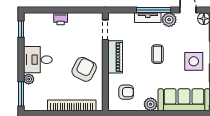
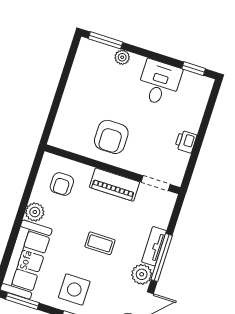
printer: (61, 19) -> (186, 142), moved
desk: (38, 60) -> (159, 83), moved
armchair: (84, 69) -> (111, 137), turned 63
bookcase: (72, 105) -> (68, 104), removed

